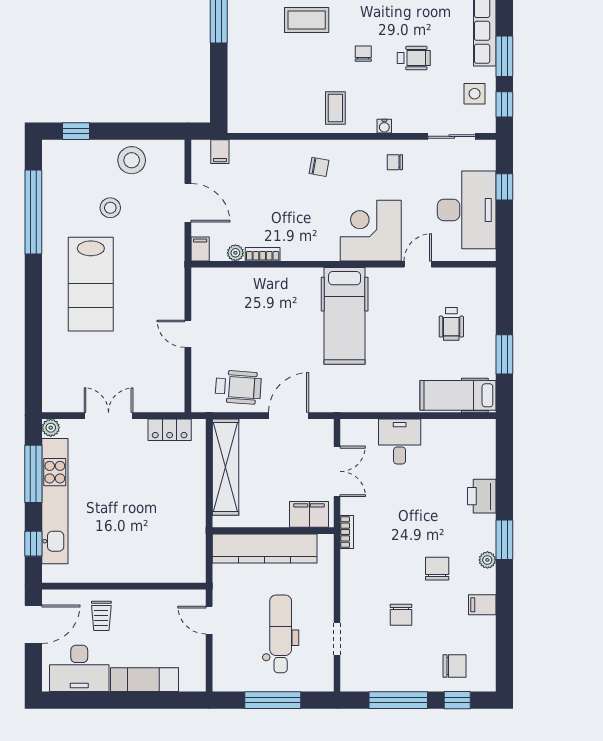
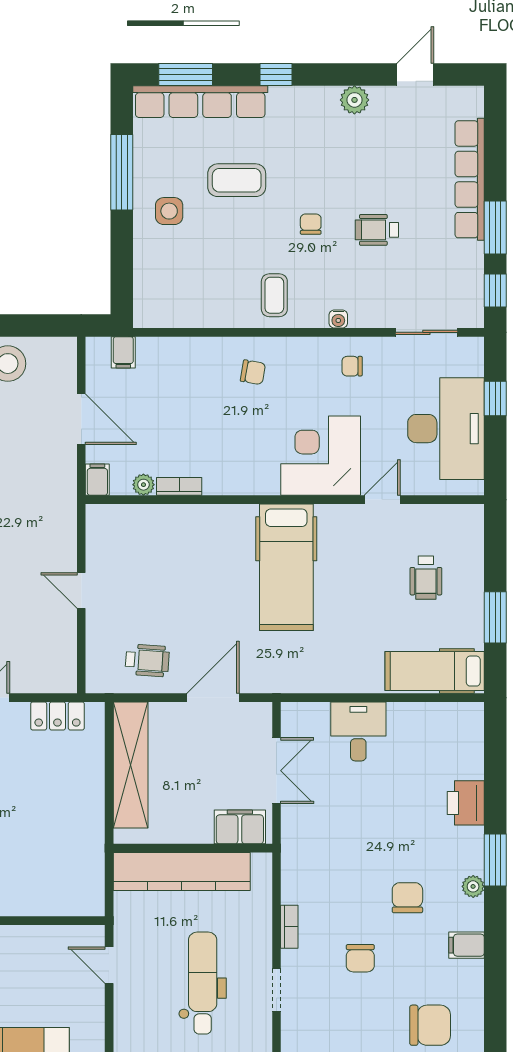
wheelchair: (414, 58) -> (377, 230), turned 180
side table: (475, 94) -> (169, 211), moved
wheelchair: (238, 387) -> (147, 660), width x0.73, depth x0.73
bookcase: (347, 532) -> (289, 927), moved
chair: (454, 666) -> (430, 1025), width x1.37, depth x1.37

